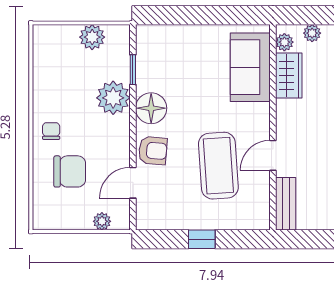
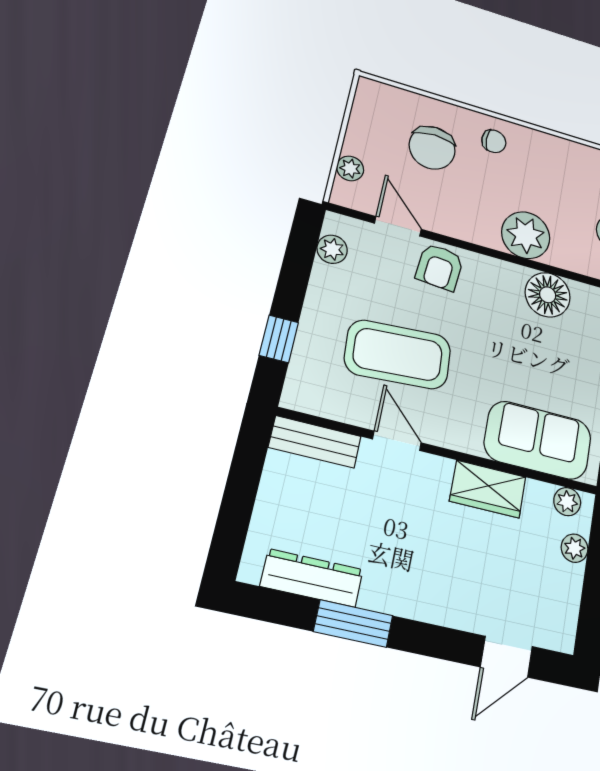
window: (133, 70) -> (561, 273), removed
wardrobe: (289, 75) -> (488, 489), moved
floor lamp: (151, 108) -> (548, 295), moved
plant: (161, 220) -> (332, 249), added
window: (202, 239) -> (279, 339), moved

